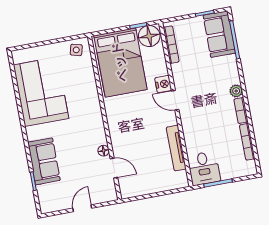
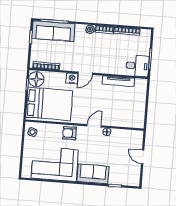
sofa: (219, 34) -> (53, 31), width x1.36
armchair: (88, 101) -> (70, 133), added
sofa: (44, 161) -> (93, 174), moved
door: (114, 168) -> (94, 126), moved

